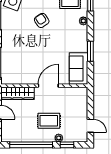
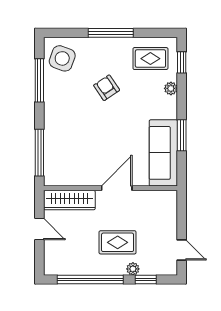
sofa: (78, 68) -> (163, 153), width x1.36

